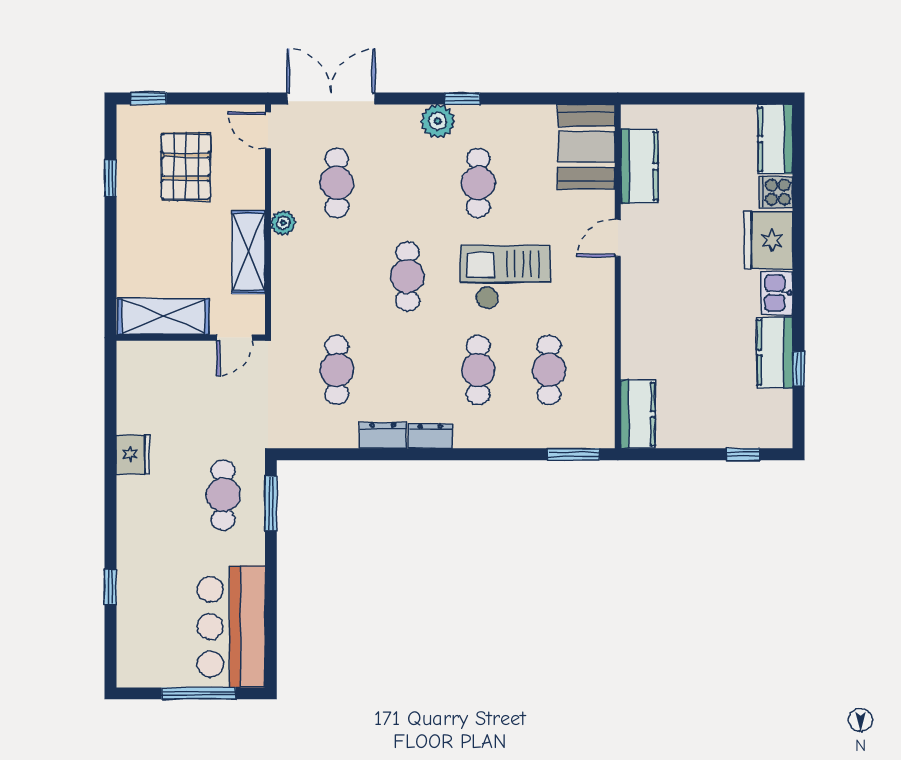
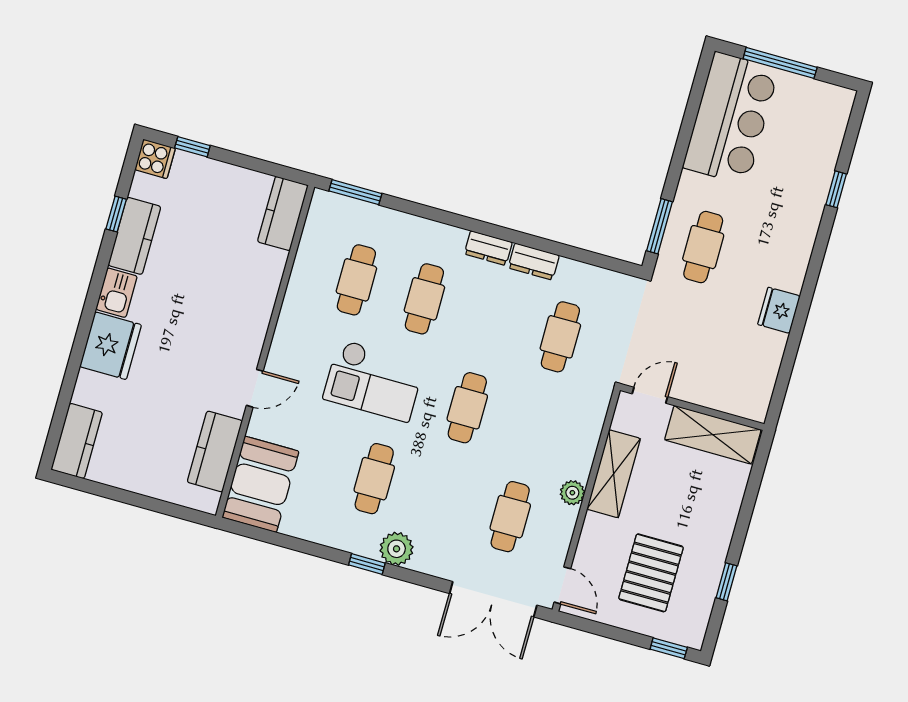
cooker: (776, 192) -> (155, 159), moved

